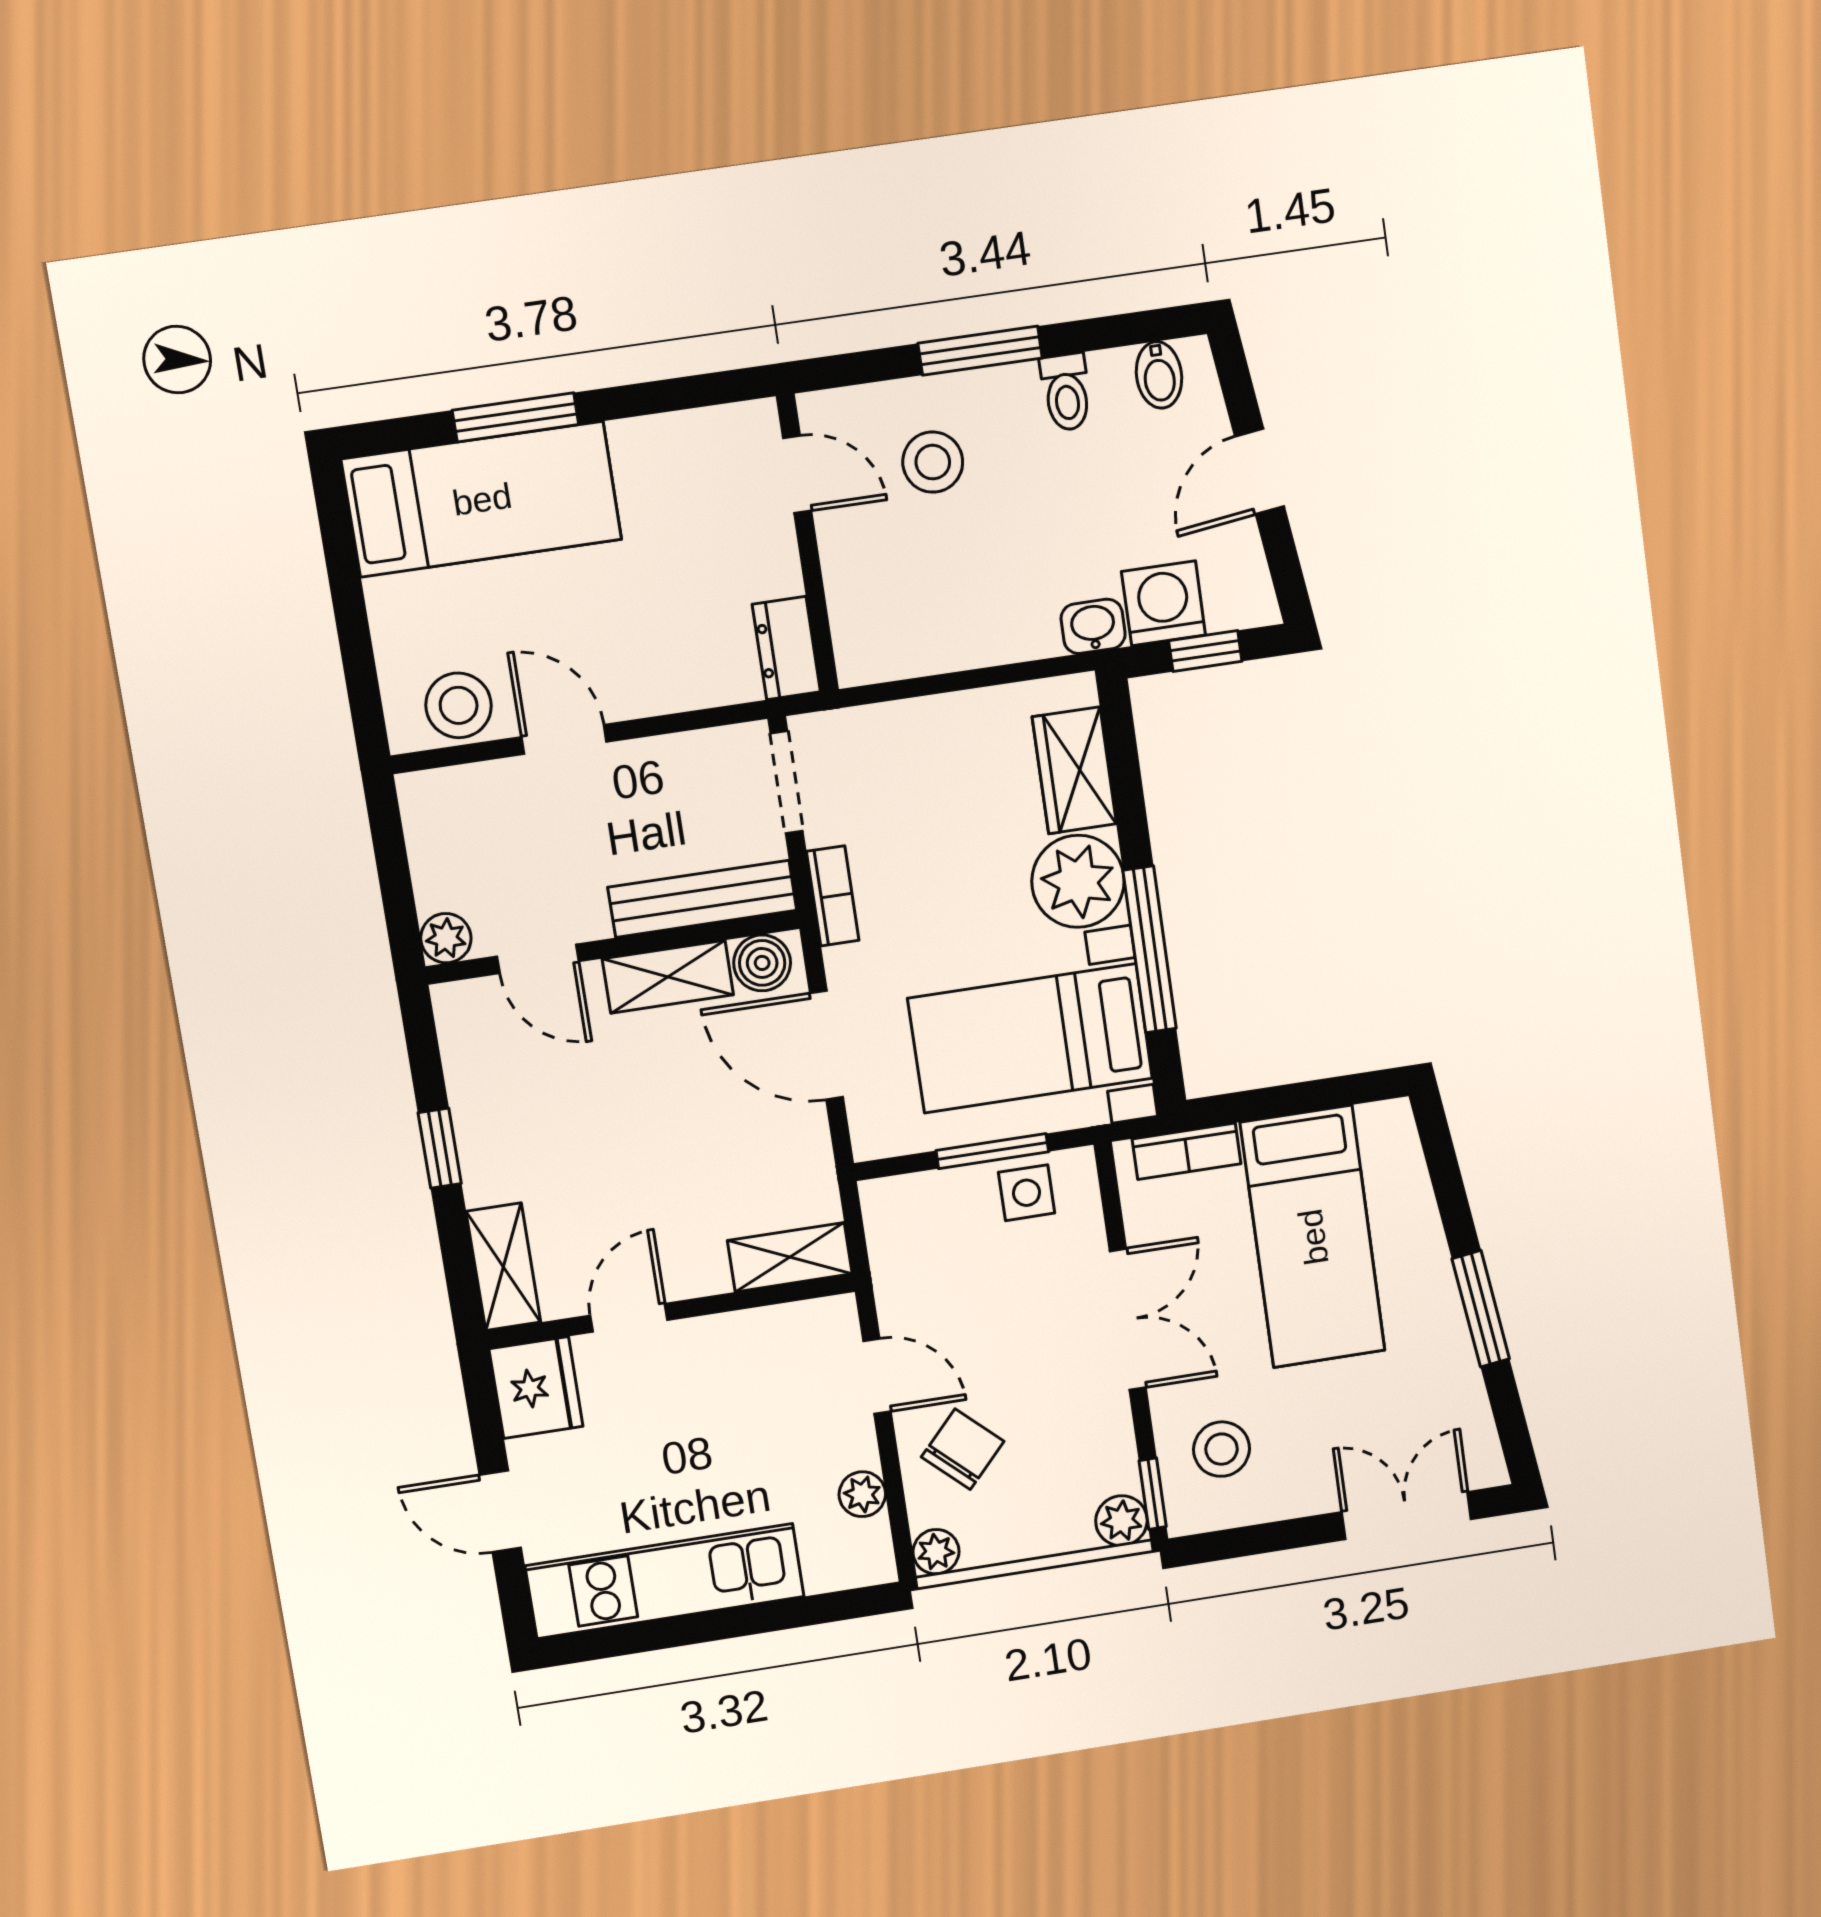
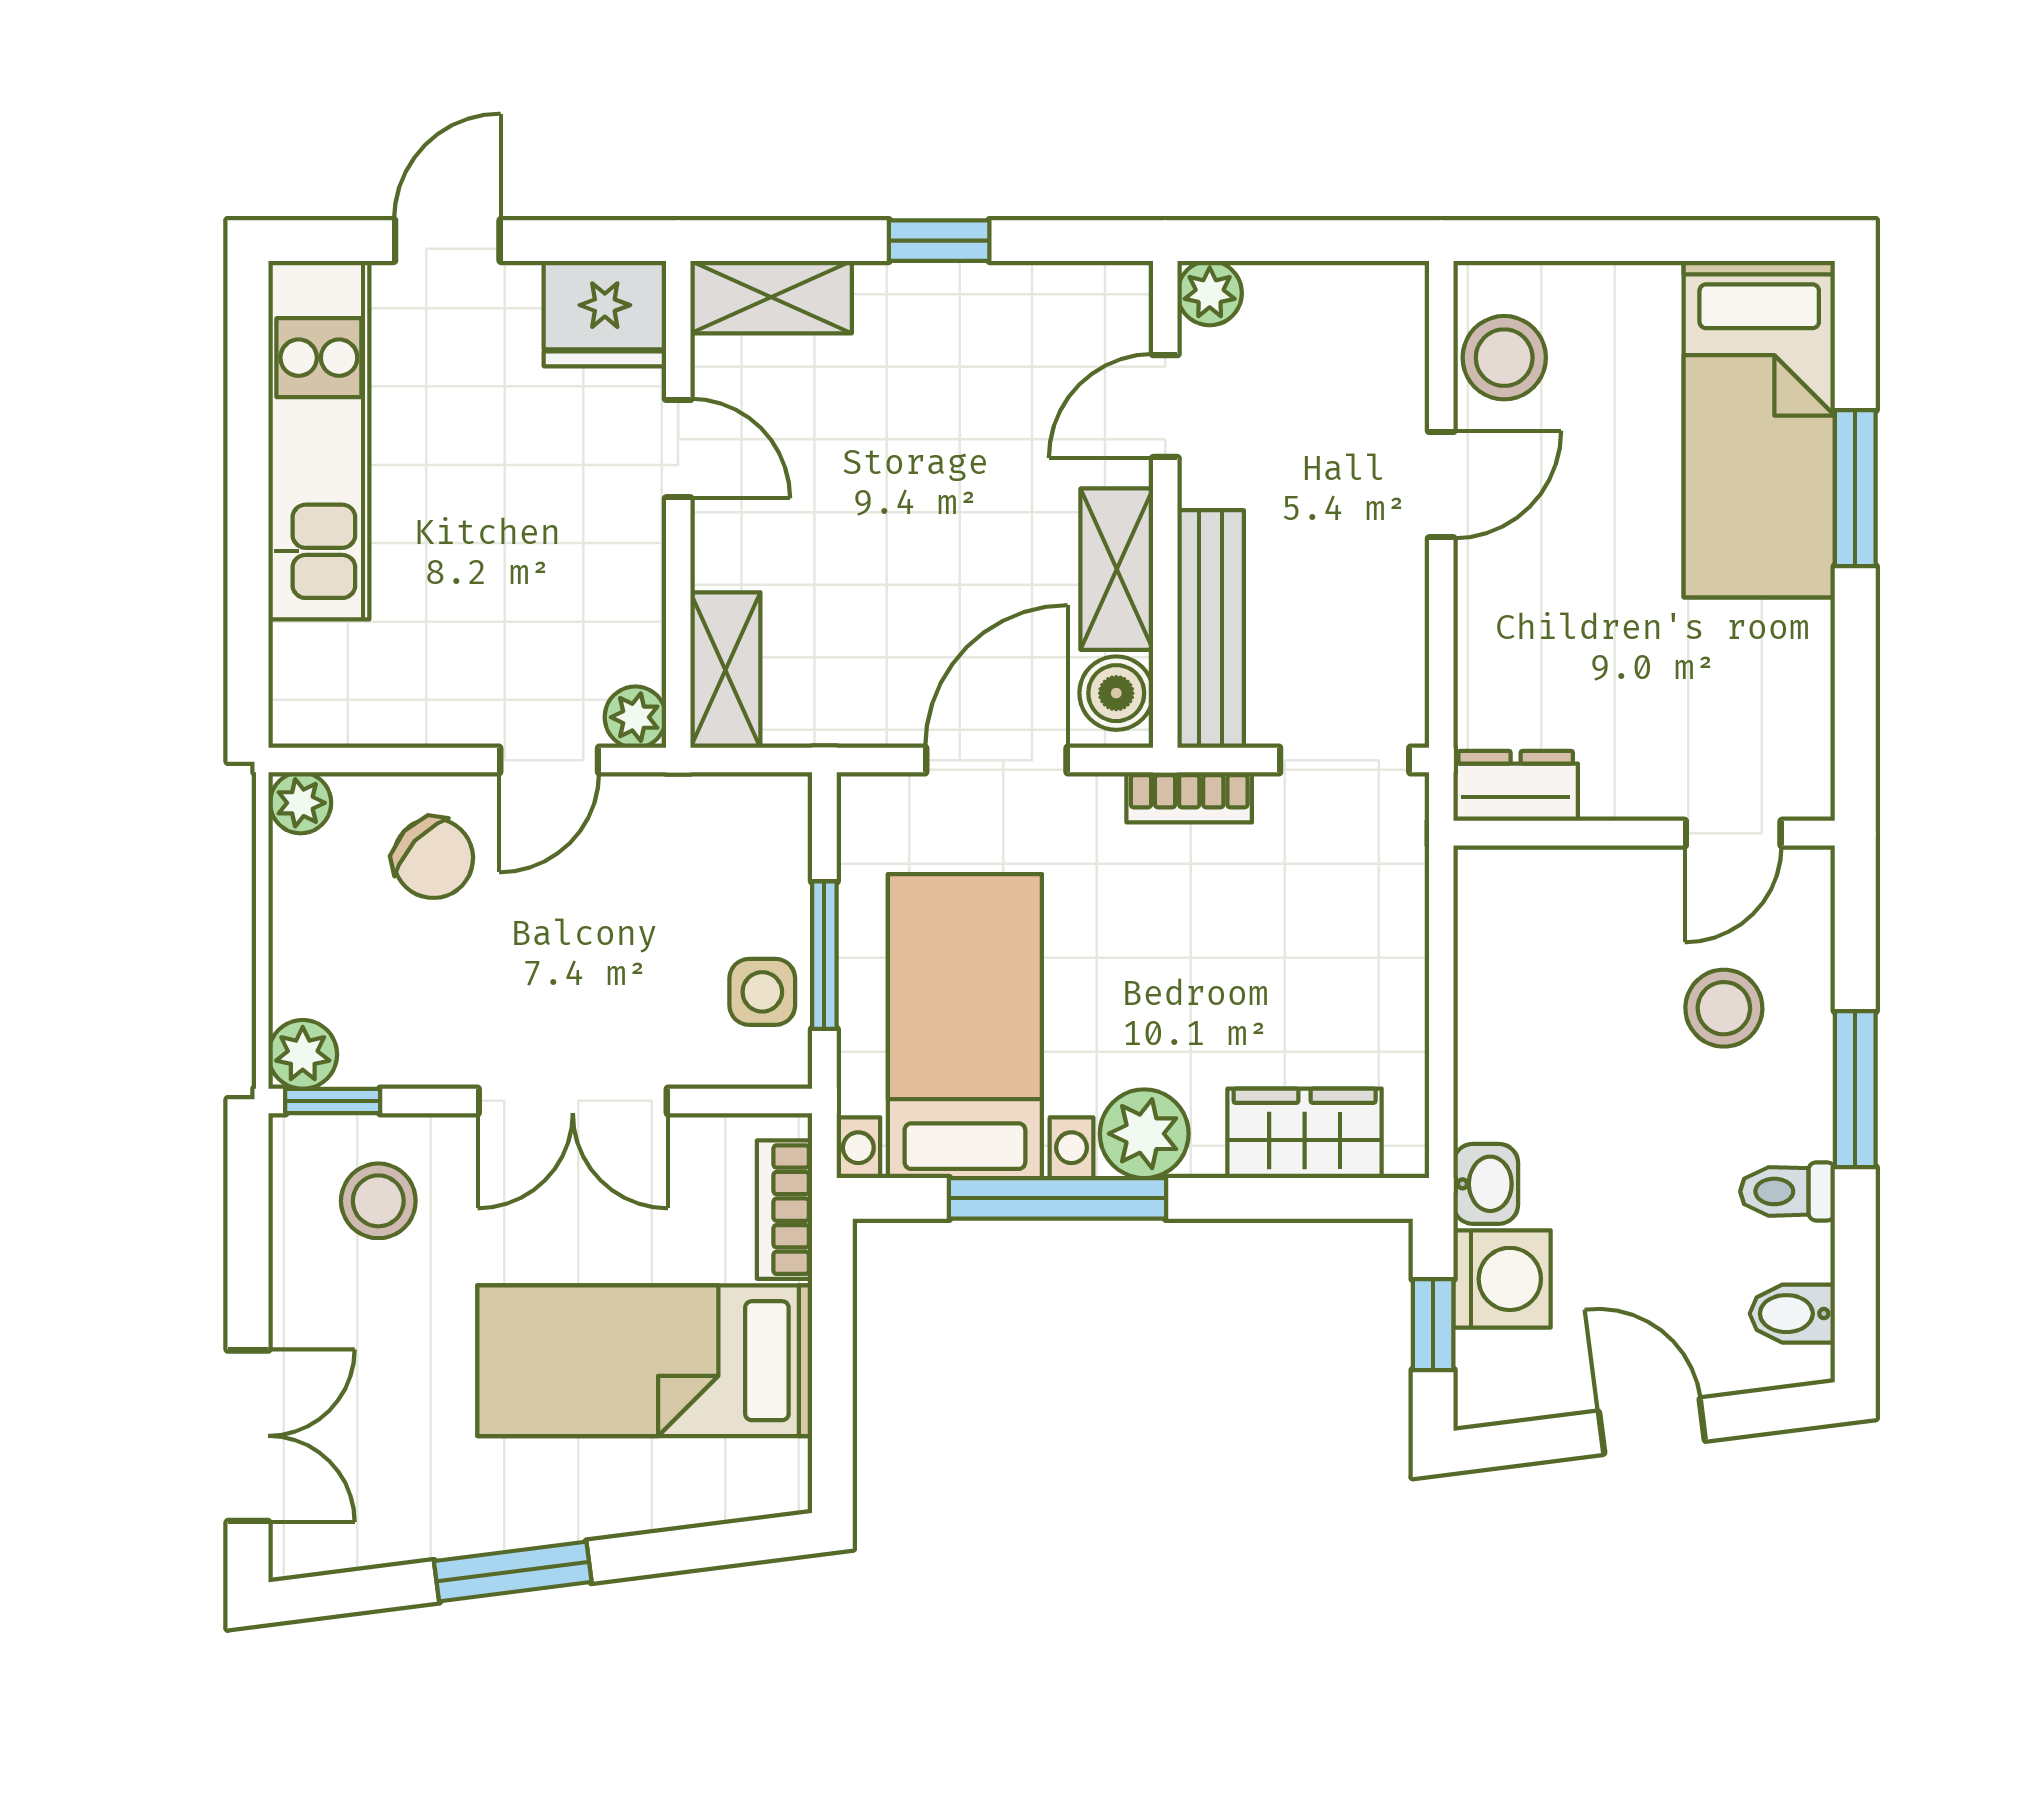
plant: (1078, 881) -> (1144, 1134), width x0.73, depth x0.73
plant: (862, 1494) -> (635, 717), moved

